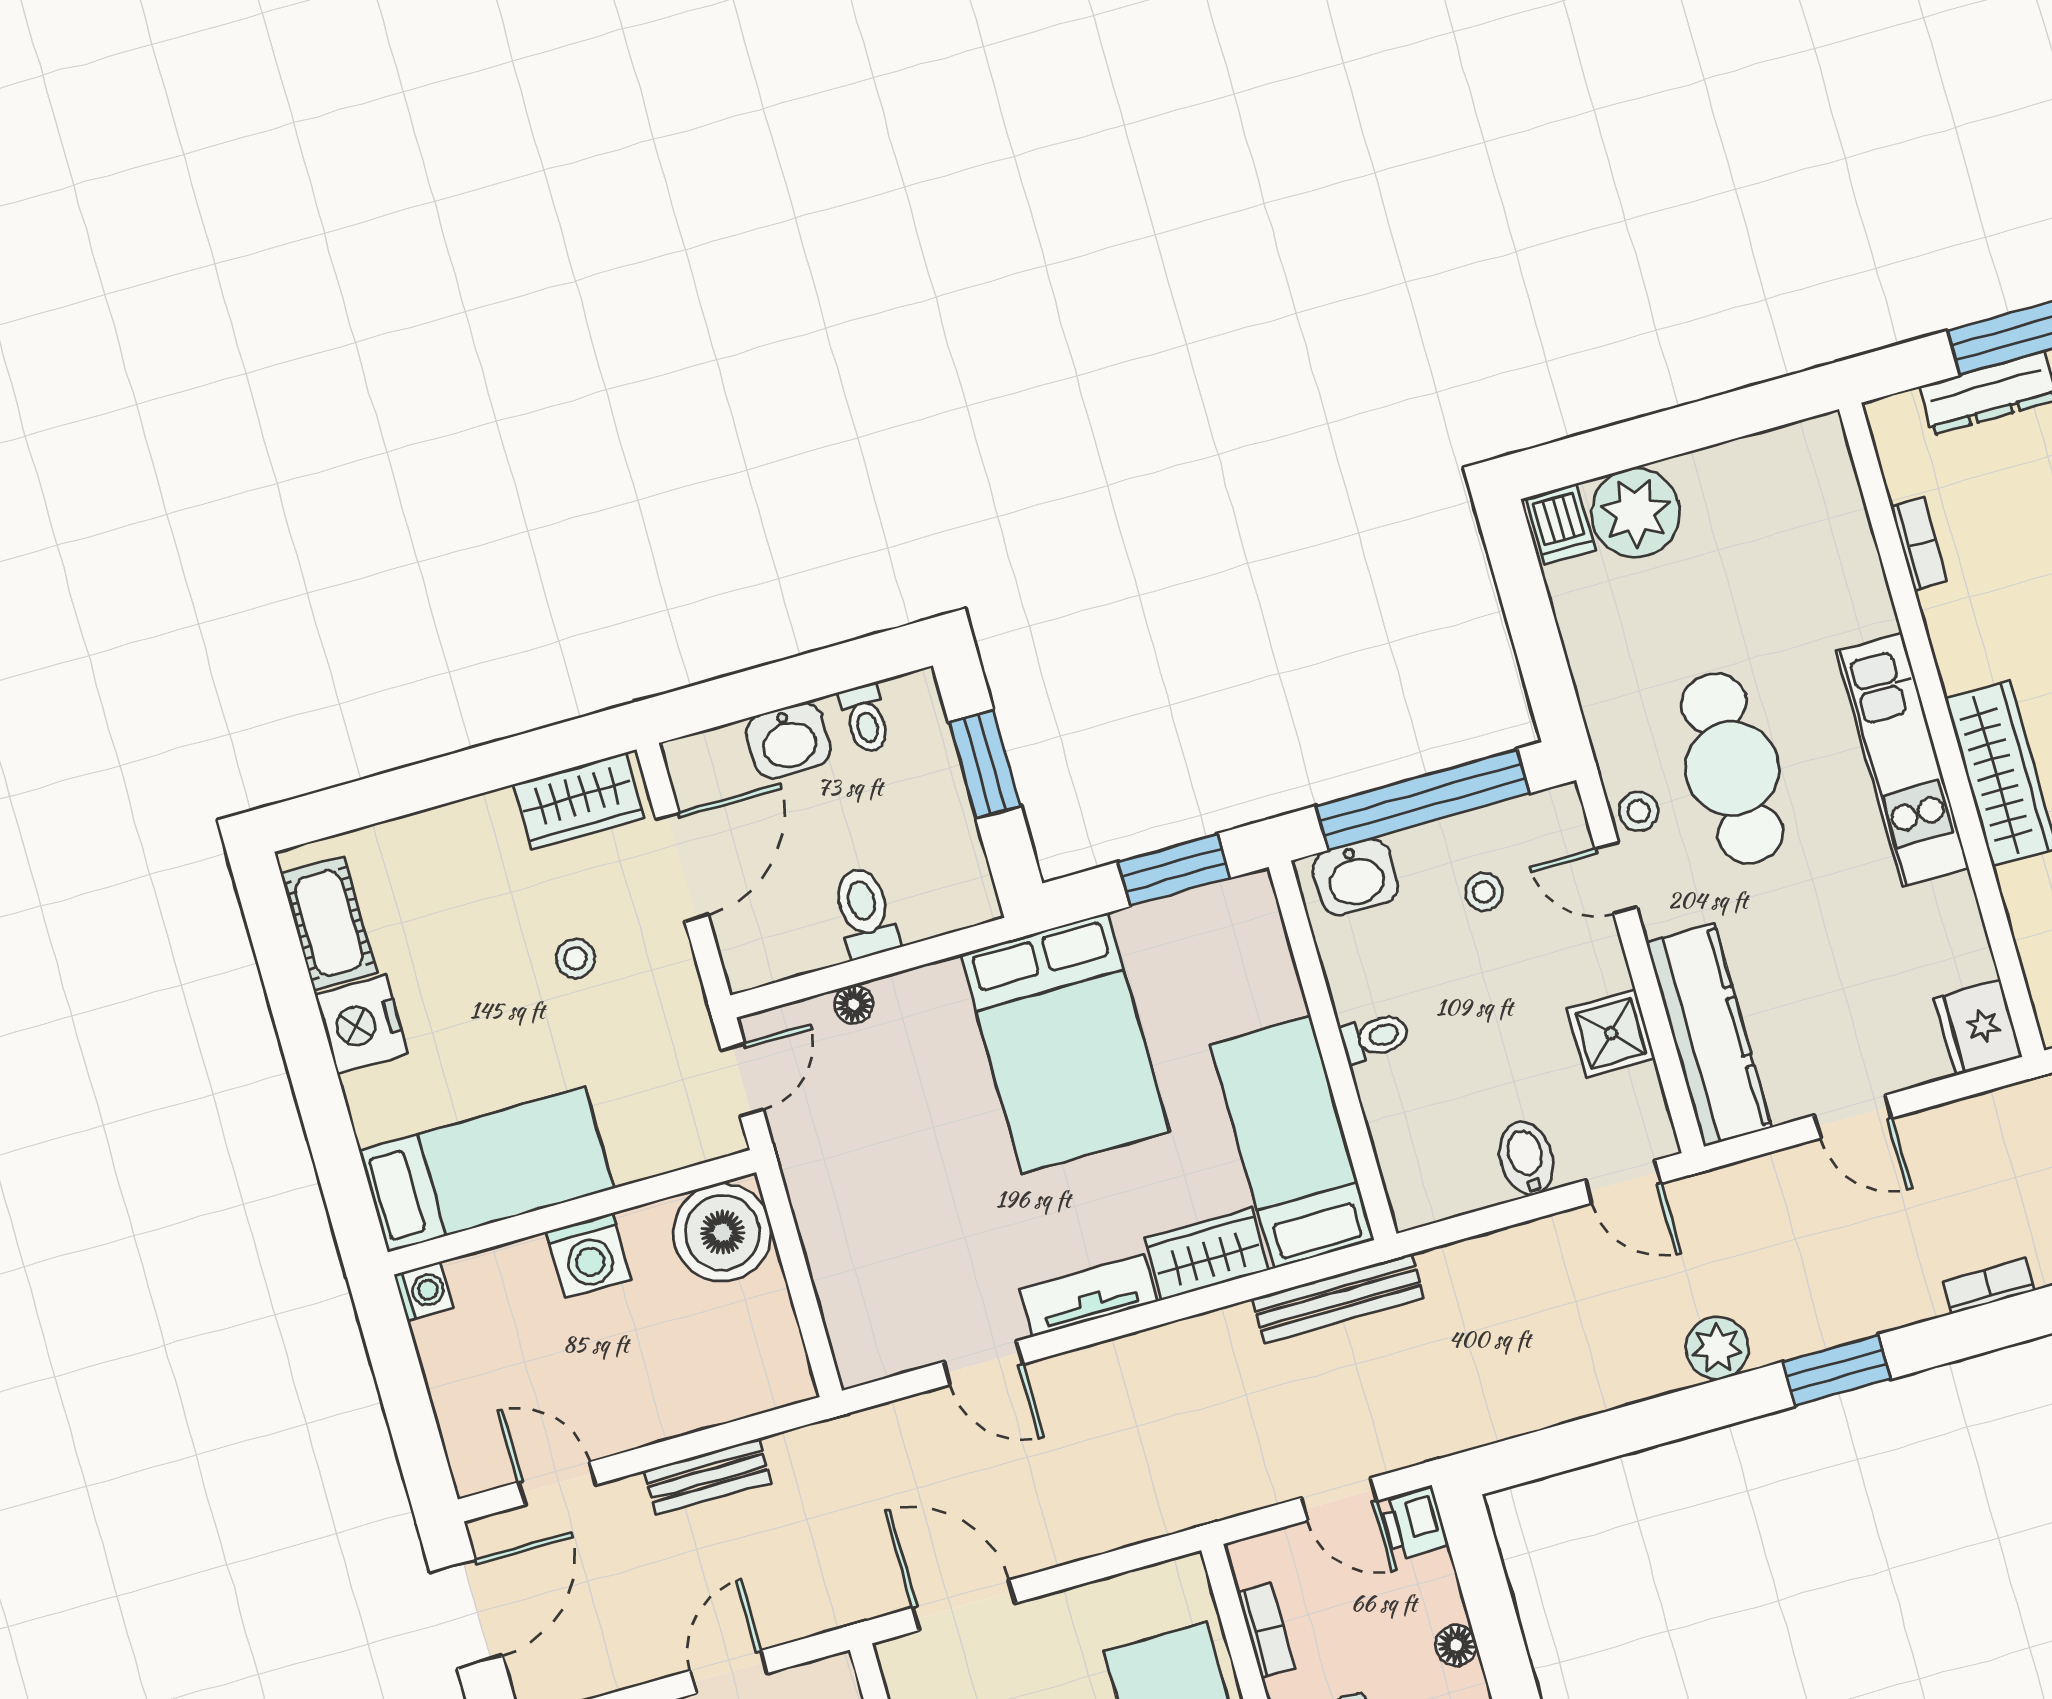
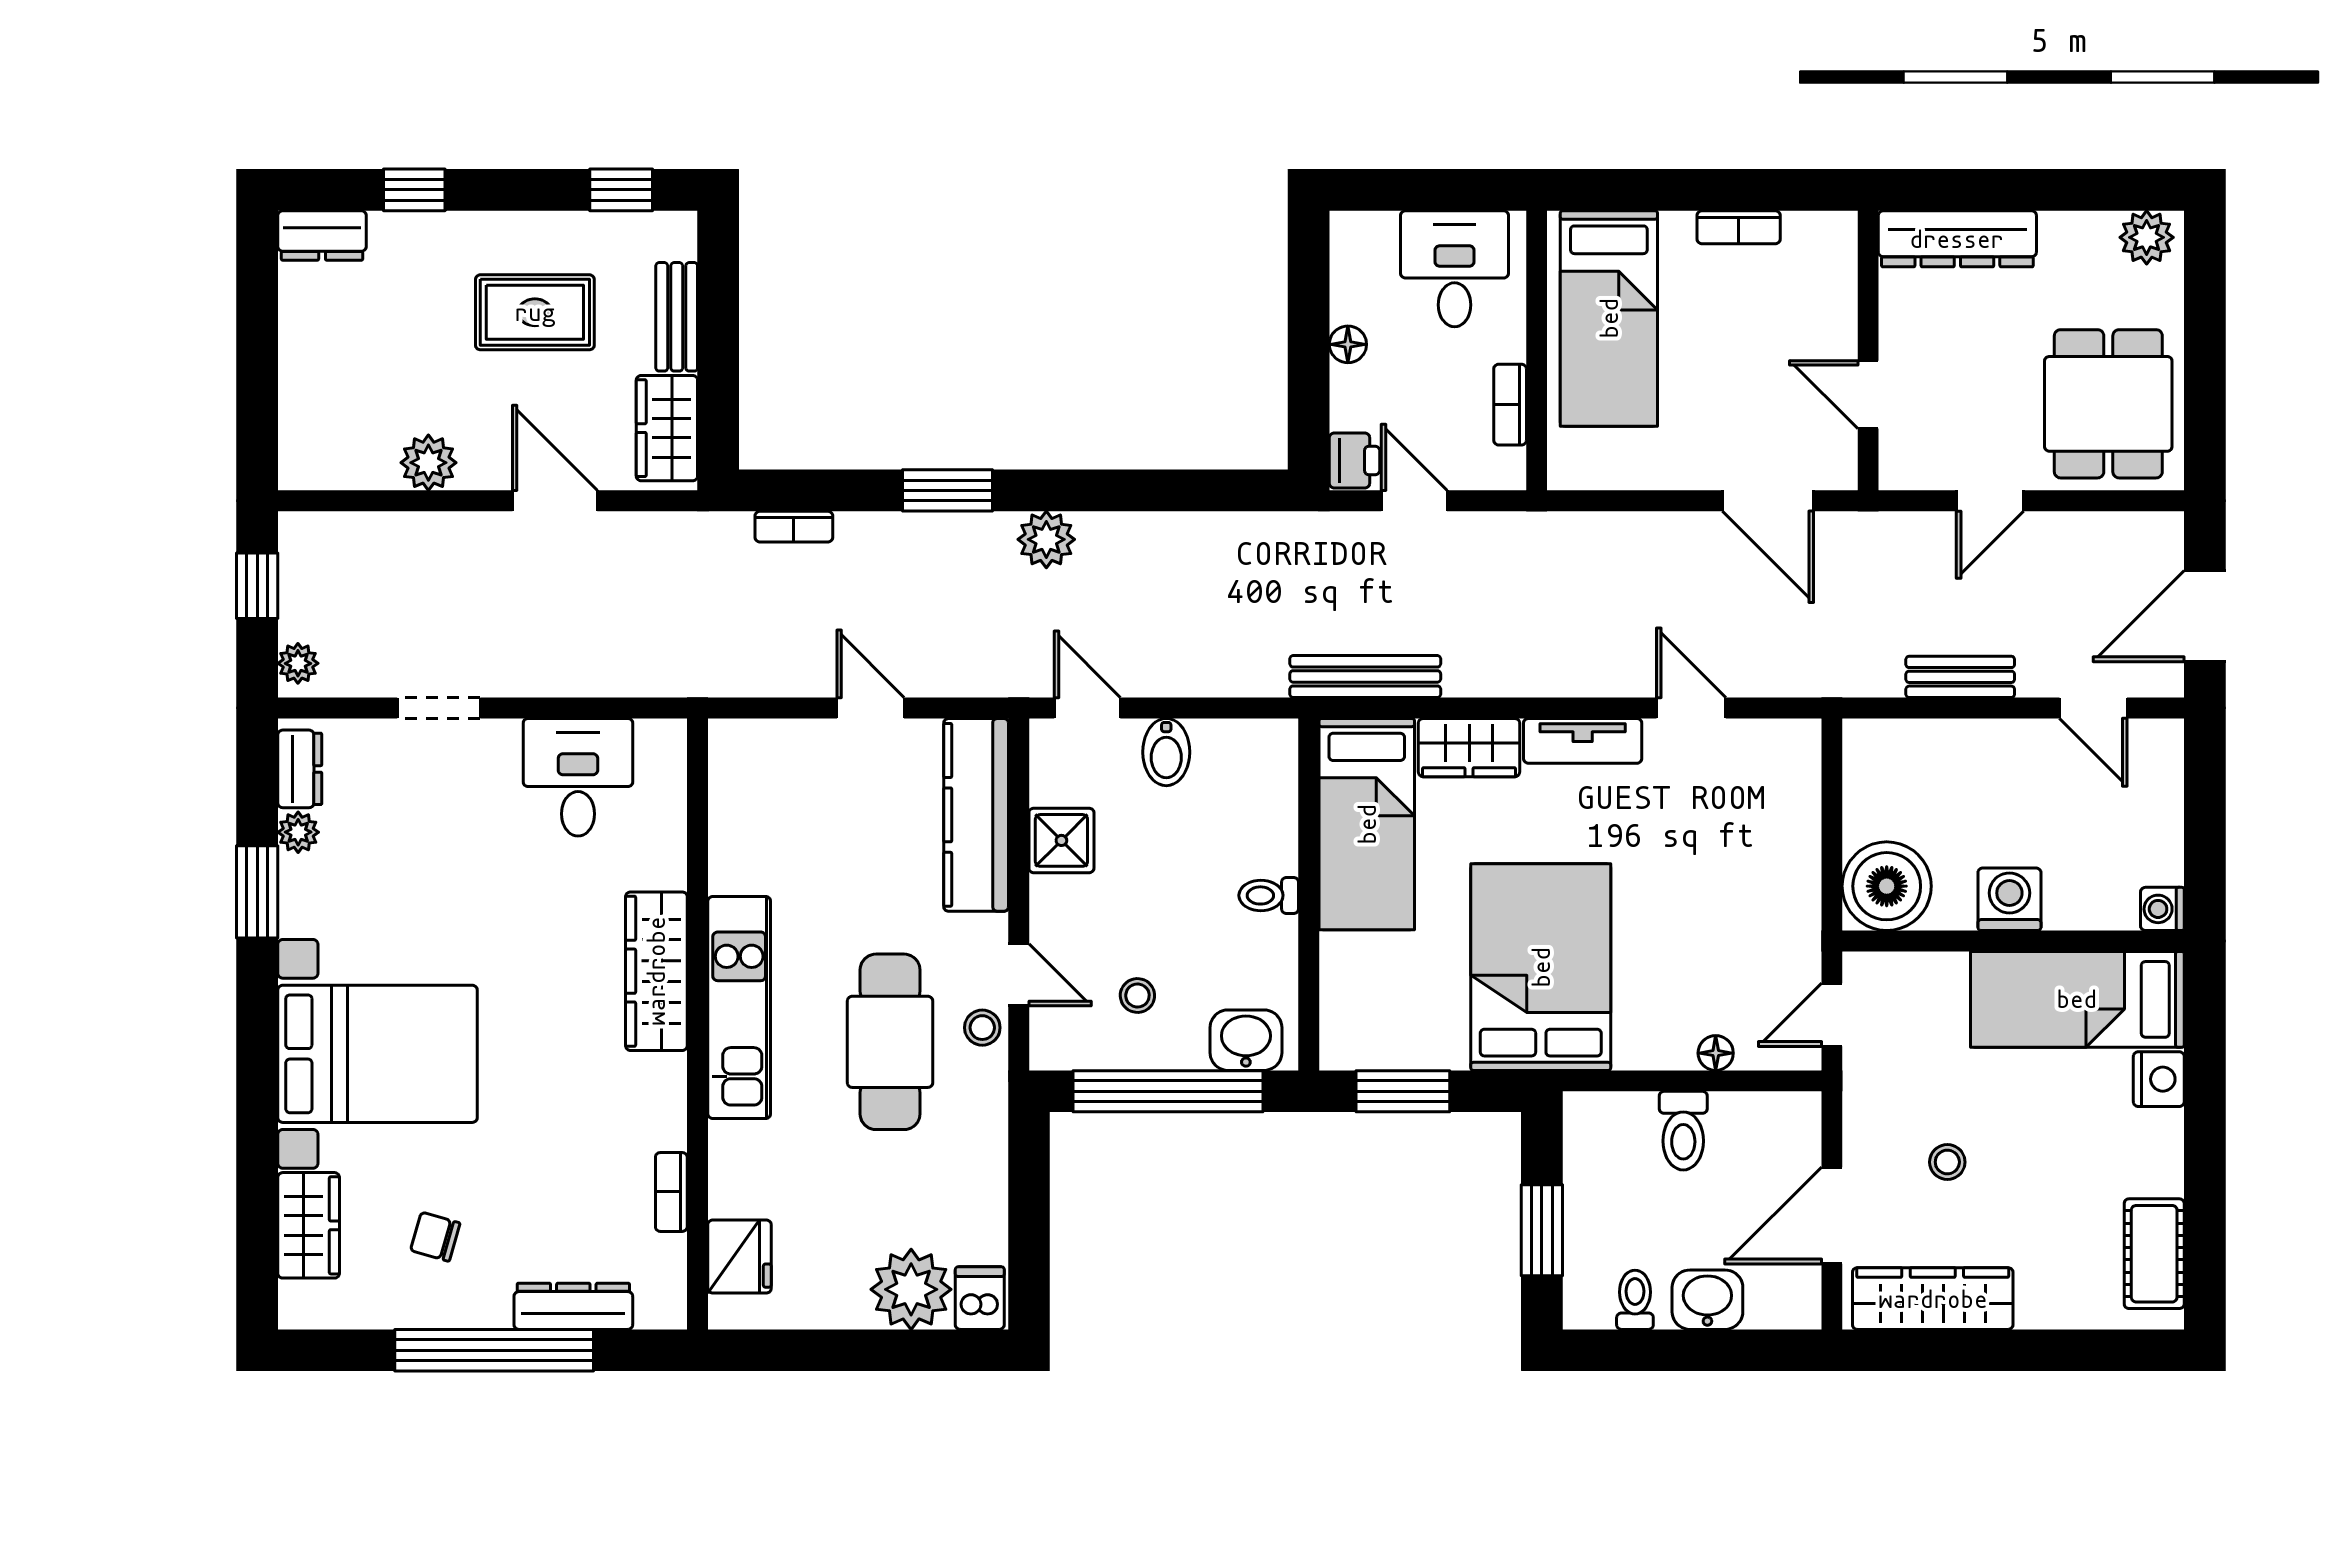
wardrobe: (578, 801) -> (1933, 1299), width x1.50
nightstand: (362, 1024) -> (2159, 1079), moved, width x0.74, depth x0.75
fridge: (1978, 1027) -> (739, 1257), moved

